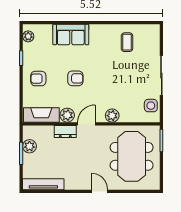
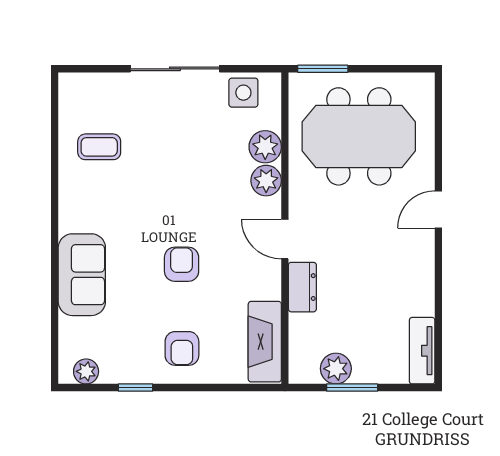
plant: (67, 115) -> (265, 147), moved
tv unit: (43, 184) -> (422, 351), width x0.71

